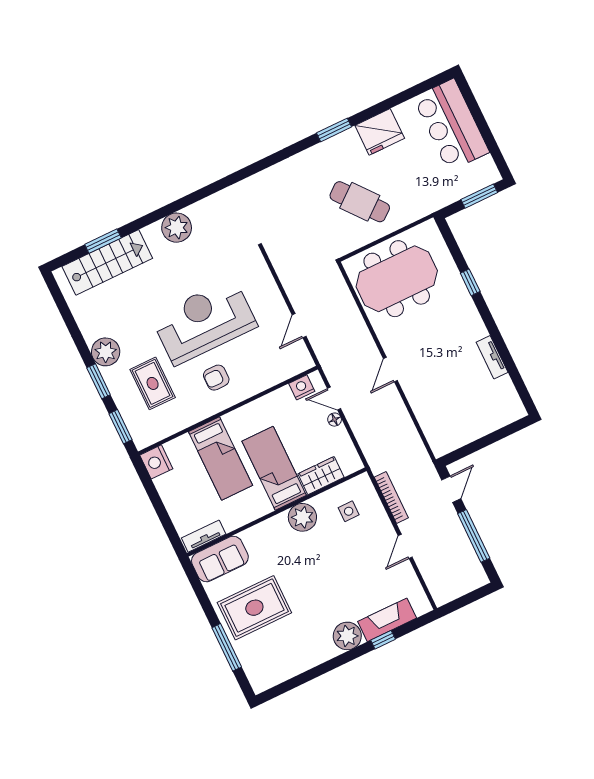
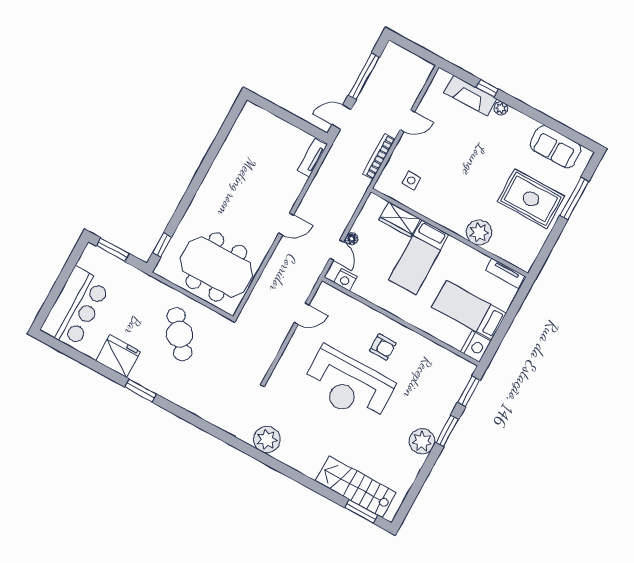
plant: (177, 228) -> (267, 440), moved
window: (103, 241) -> (361, 511), moved
window: (470, 282) -> (162, 245), moved
tv unit: (492, 357) -> (312, 158), moved, turned 180
rug: (153, 383) -> (420, 390), removed
bed: (221, 459) -> (469, 310), moved, turned -90
plant: (302, 517) -> (479, 232), moved
sofa: (220, 559) -> (556, 147), moved, turned 180
plant: (347, 636) -> (501, 108), width x0.53, depth x0.53

